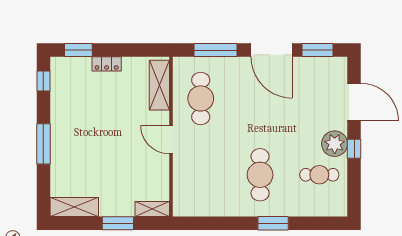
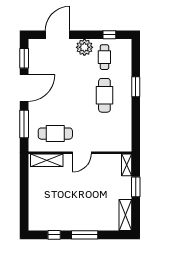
window: (78, 50) -> (24, 212), removed
locker: (107, 64) -> (33, 194), removed
window: (43, 81) -> (54, 235), moved
window: (354, 149) -> (109, 35), moved
cafe table: (260, 175) -> (104, 95), turned 90

